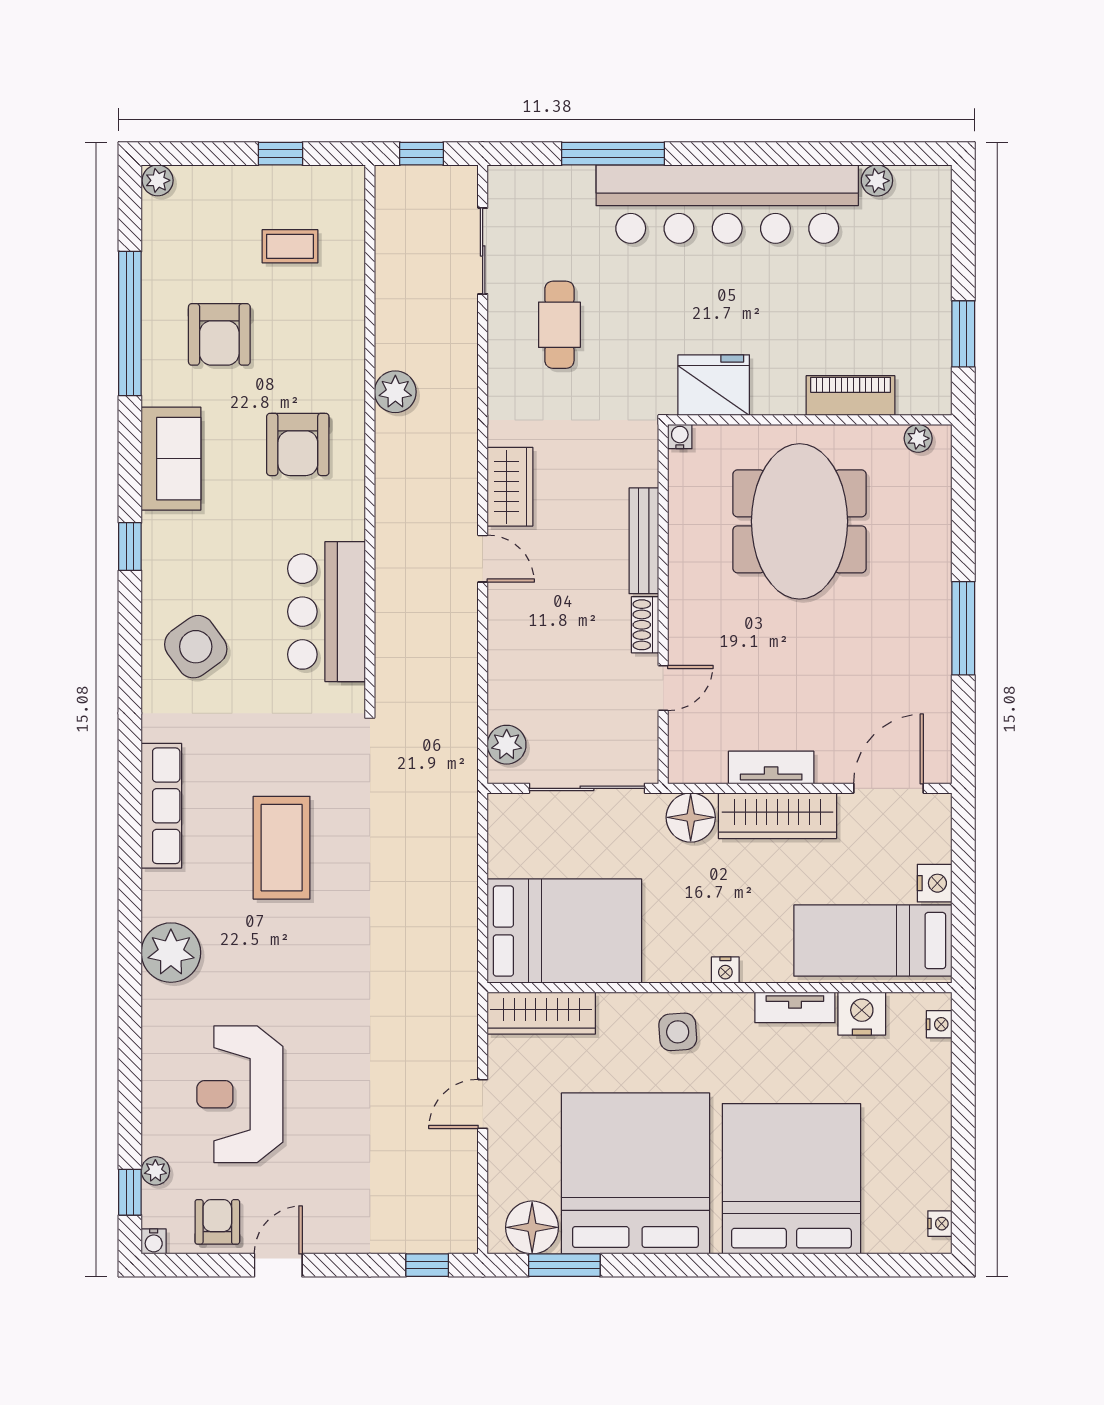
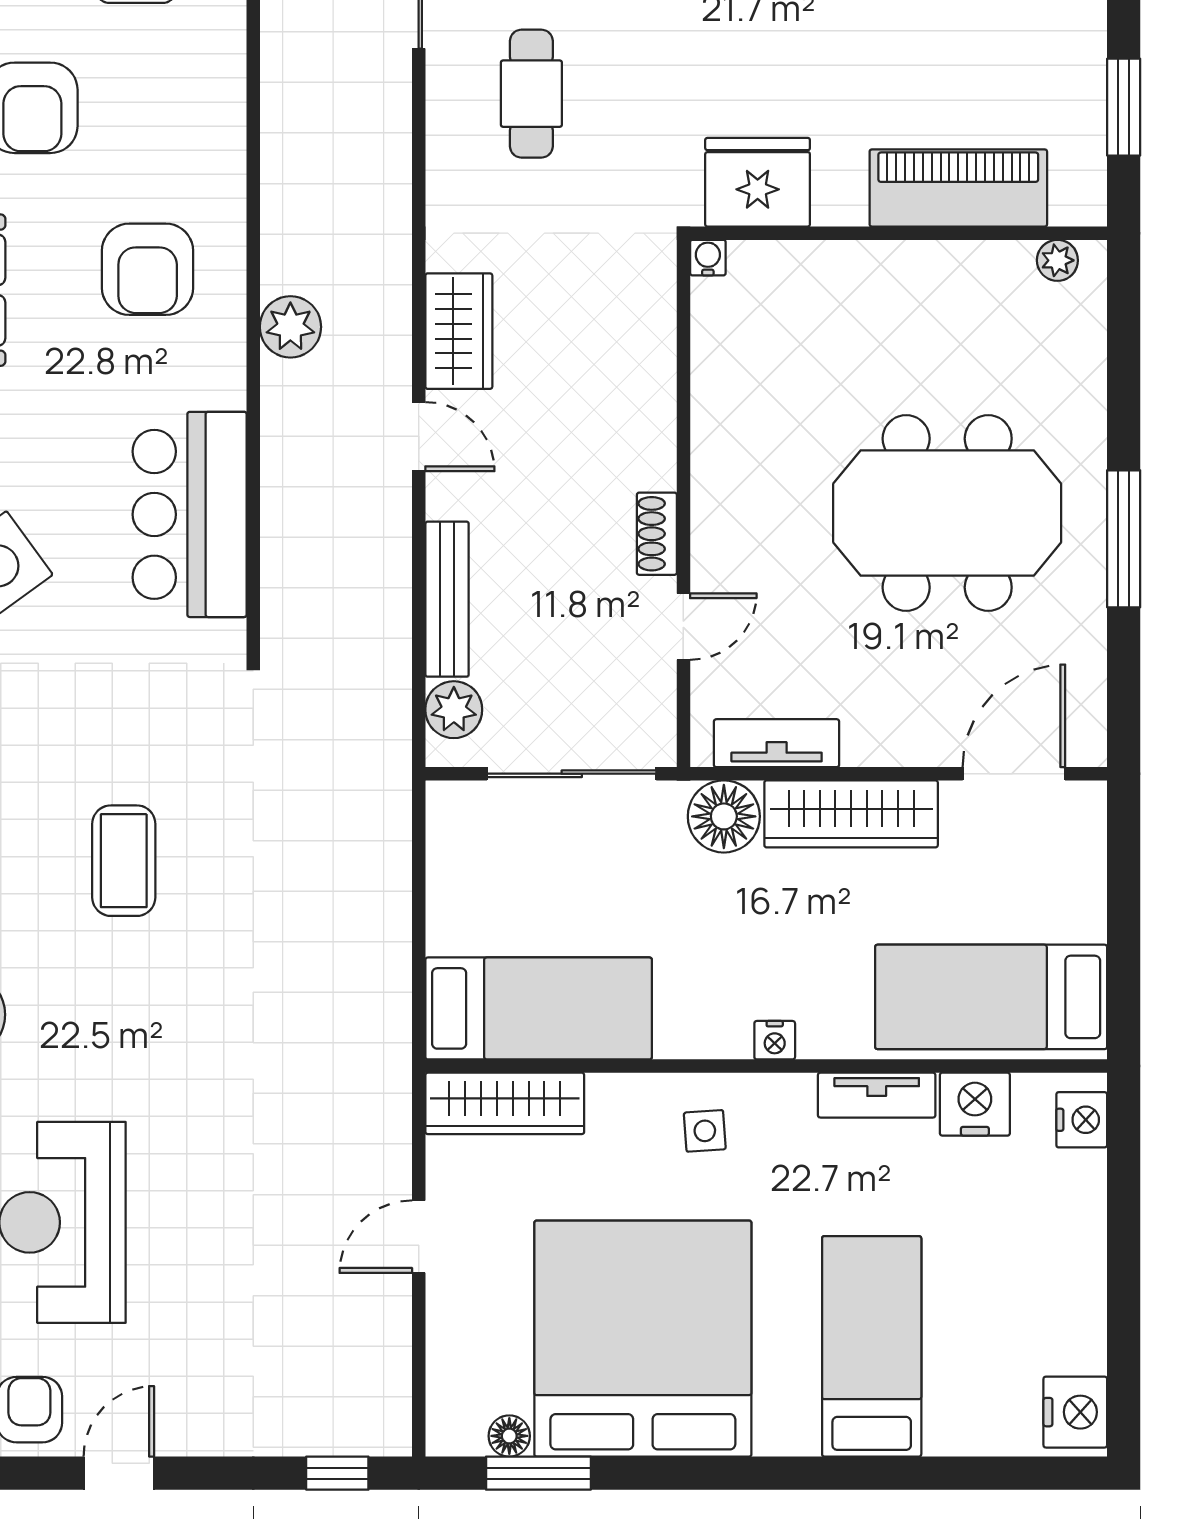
plant: (395, 392) -> (290, 327), moved
piano: (851, 396) -> (958, 188), width x1.37, depth x1.33
meeting table: (800, 521) -> (947, 513), moved, turned 90
bench: (644, 541) -> (447, 599), moved
tv unit: (771, 768) -> (777, 743), moved
coffee table: (282, 848) -> (124, 861), width x0.73, depth x0.76
nightstand: (935, 883) -> (1082, 913), removed
bed: (564, 931) -> (539, 1008), width x0.67
nightstand: (939, 1024) -> (1082, 1120), width x1.39, depth x1.35
side table: (678, 1032) -> (705, 1131), width x0.73, depth x0.73
bed: (791, 1179) -> (872, 1346), width x0.49
nightstand: (940, 1224) -> (1075, 1412), width x1.89, depth x1.79
floor lamp: (532, 1227) -> (509, 1436), width x0.53, depth x0.53

